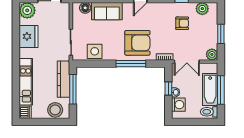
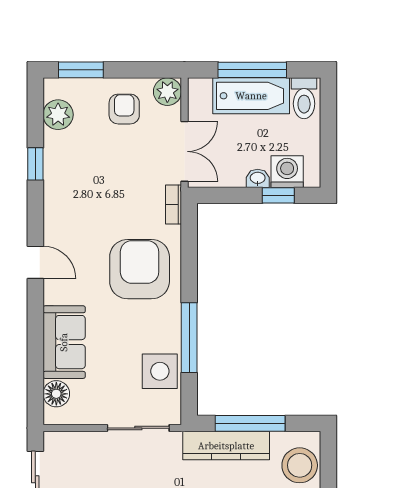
armchair: (182, 23) -> (124, 109), moved
window: (221, 34) -> (81, 70), moved
window: (131, 64) -> (189, 338), moved
window: (168, 89) -> (278, 195), moved

